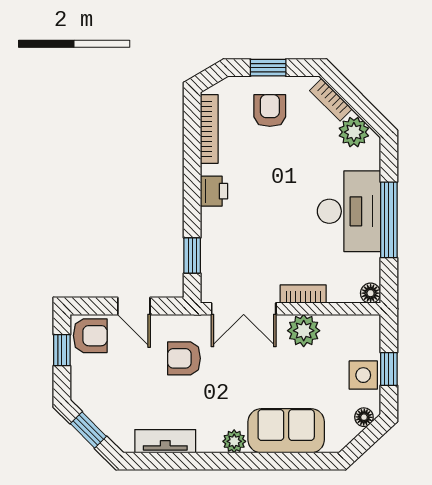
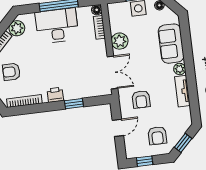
window: (192, 255) -> (74, 104), moved
bookcase: (303, 294) -> (99, 27), moved
armchair: (90, 336) -> (157, 136), moved, turned 180
tv unit: (165, 441) -> (182, 91), moved

